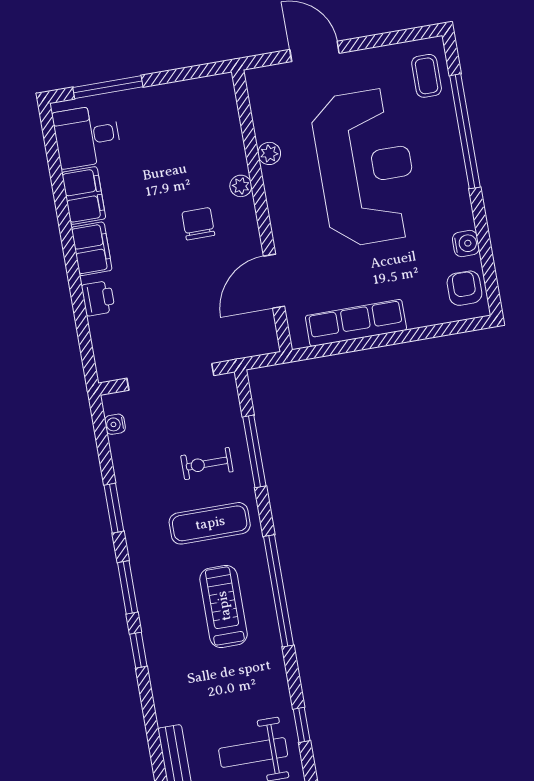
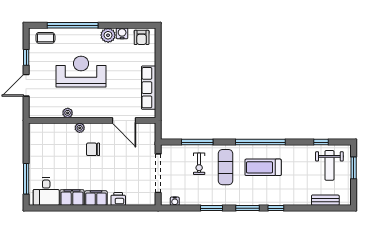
window: (376, 41) -> (26, 57), added
reception desk: (366, 167) -> (81, 72), width x0.74, depth x0.77
plant: (456, 213) -> (108, 35), added
armchair: (464, 288) -> (142, 37), turned -90

